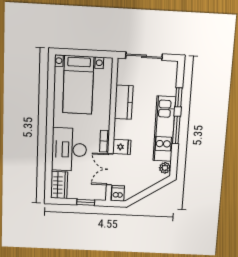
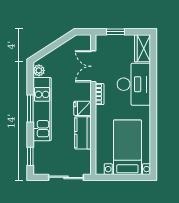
window: (179, 97) -> (30, 156), moved
fridge: (122, 147) -> (83, 108), moved
double door: (110, 169) -> (93, 66), swing flipped
dishwasher: (118, 193) -> (84, 42), removed

